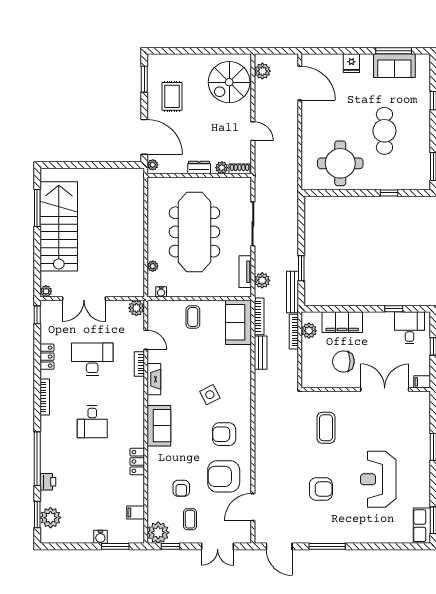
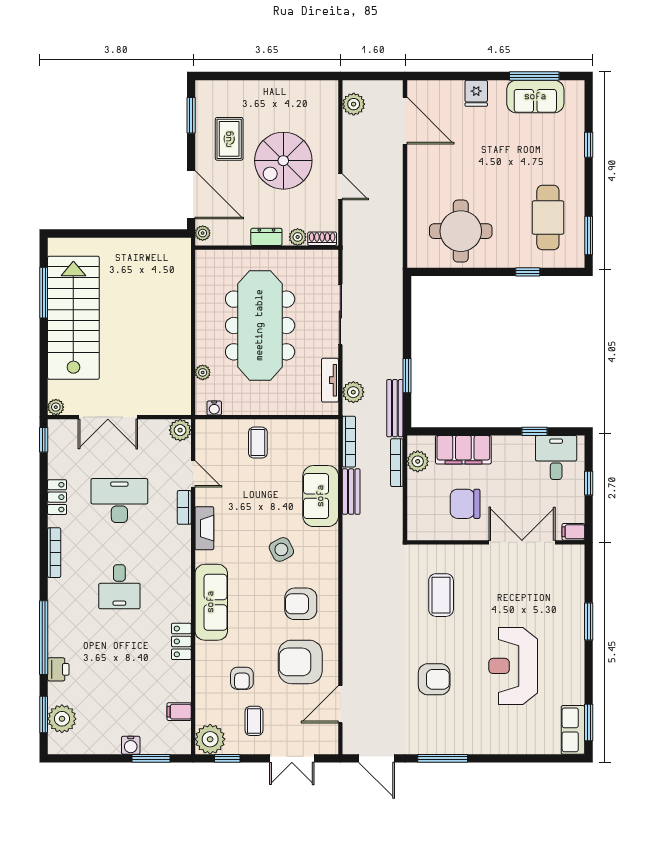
spiral stairs: (229, 82) -> (283, 161), moved
cafe table: (384, 131) -> (548, 218), moved
sofa: (238, 322) -> (321, 496), moved
sofa: (159, 426) -> (211, 602), width x1.36

